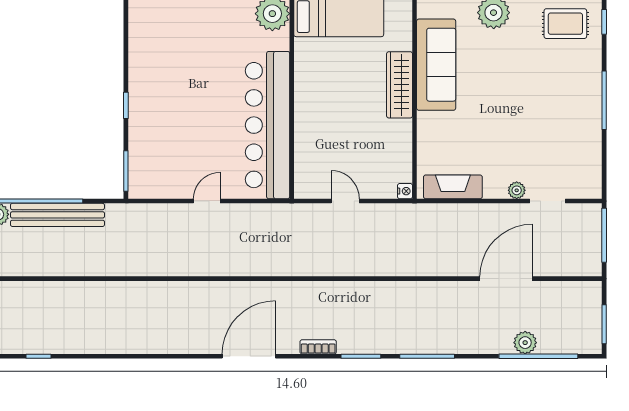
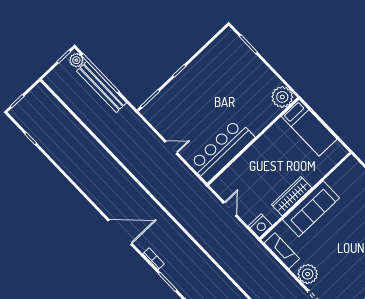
sofa: (436, 65) -> (311, 209), moved
wardrobe: (400, 85) -> (292, 196), moved
bar counter: (268, 125) -> (222, 151), width x0.73
plant: (517, 190) -> (308, 274), width x1.88, depth x1.88
nightstand: (405, 191) -> (260, 226), width x1.89, depth x1.79

